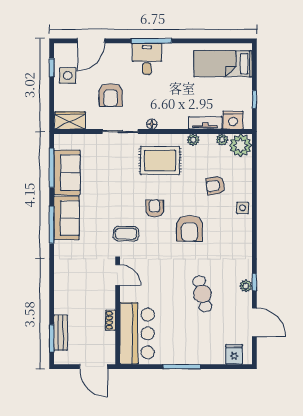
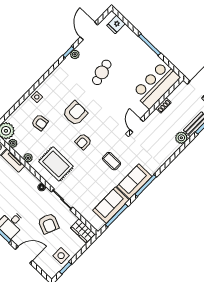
door: (91, 41) -> (24, 255), moved
armchair: (111, 95) -> (48, 224), turned 113
coffee table: (126, 234) -> (112, 161), moved
plant: (62, 306) -> (181, 138), added

